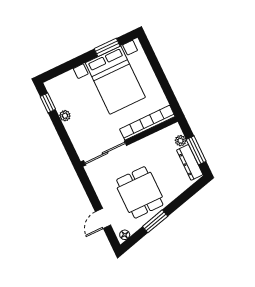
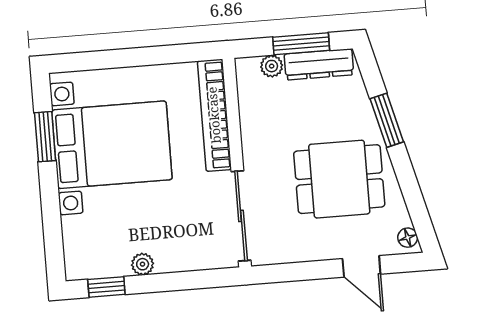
window: (155, 221) -> (387, 120), moved

